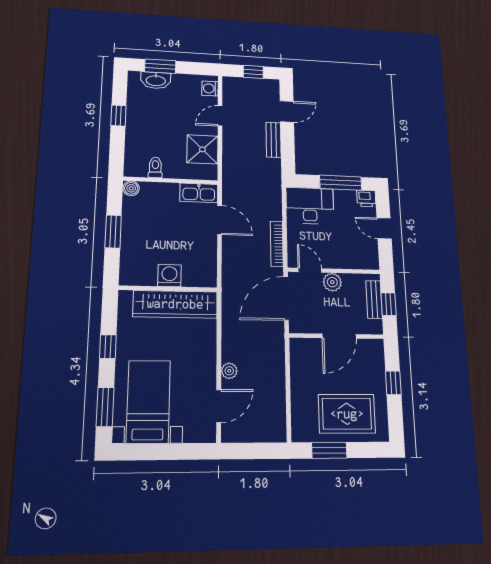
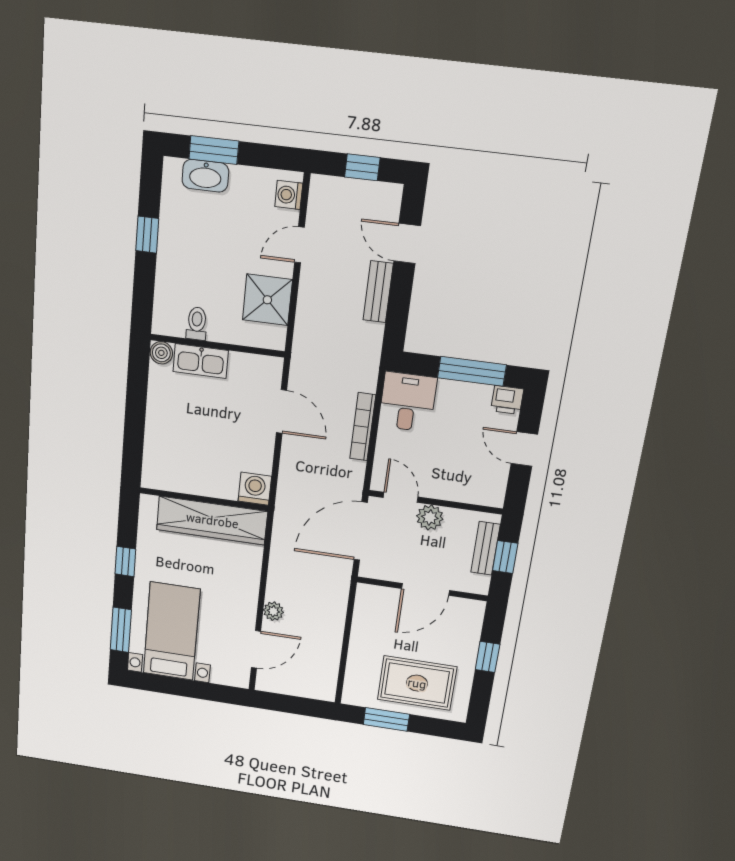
door: (287, 111) -> (407, 244), swing flipped
kitchen sink: (199, 193) -> (201, 361), moved
desk: (310, 206) -> (408, 402), width x0.73
window: (113, 231) -> (135, 413), removed
bookcase: (277, 244) -> (363, 427), moved
washing machine: (169, 275) -> (255, 489), moved

